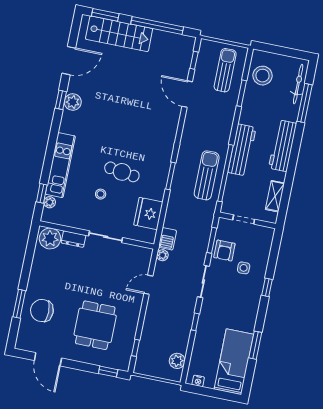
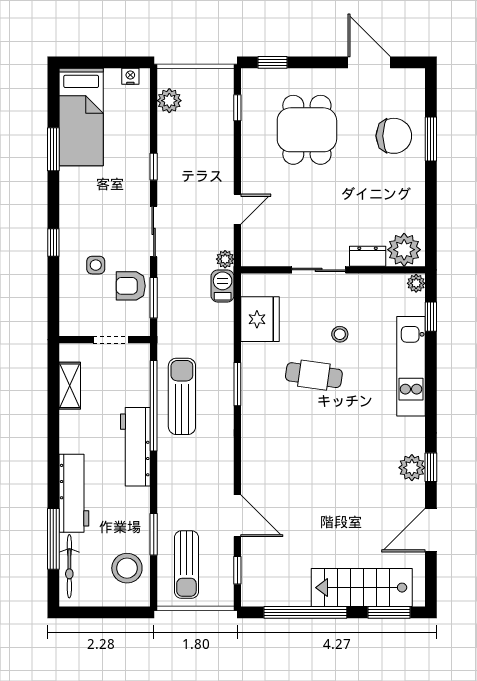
workbench: (283, 146) -> (74, 493), moved
sun lounger: (207, 175) -> (182, 396), turned 180
plant: (50, 202) -> (416, 283), moved
armchair: (224, 251) -> (131, 286), turned -90

